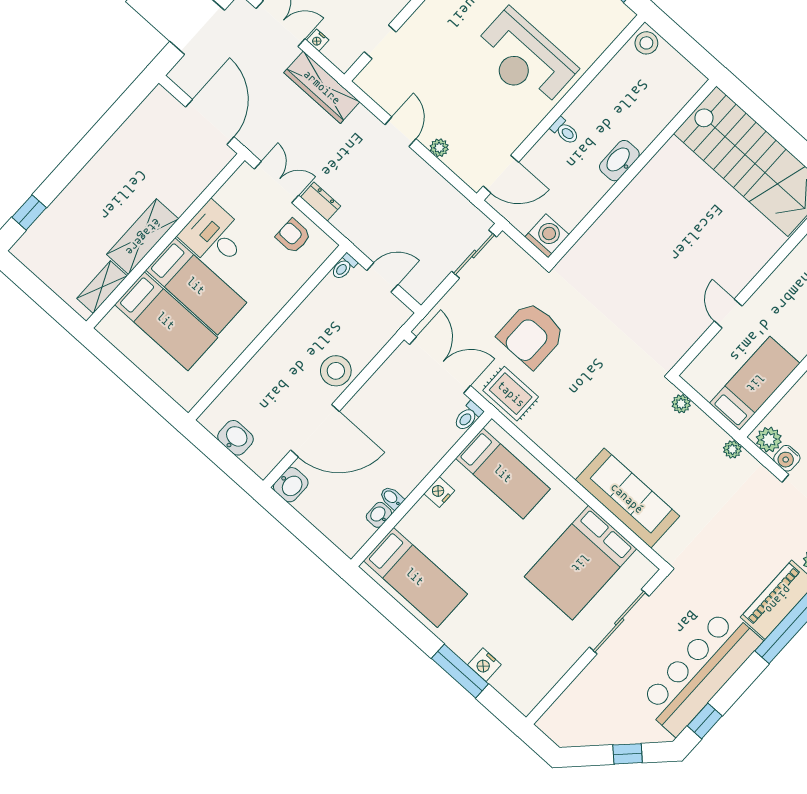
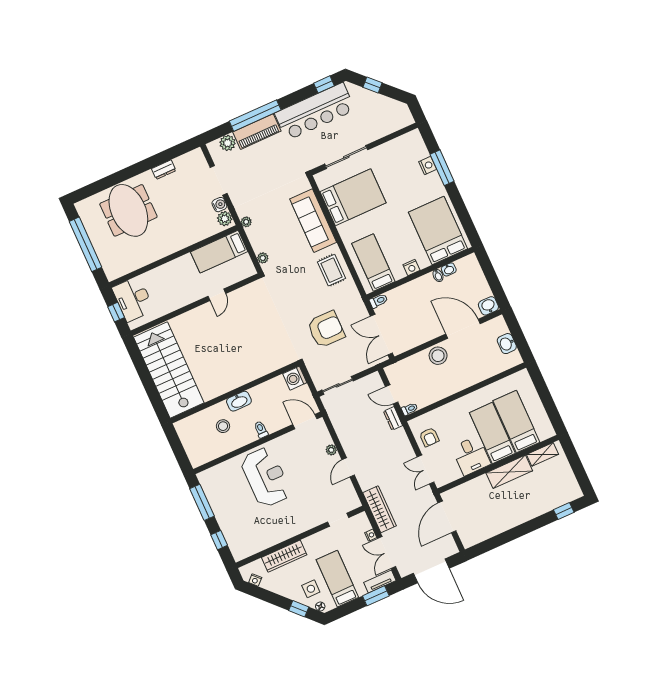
stool: (646, 43) -> (223, 426), moved
dresser: (321, 202) -> (393, 418), moved
rug: (511, 394) -> (331, 270), moved
bed: (415, 577) -> (438, 230), width x1.50

